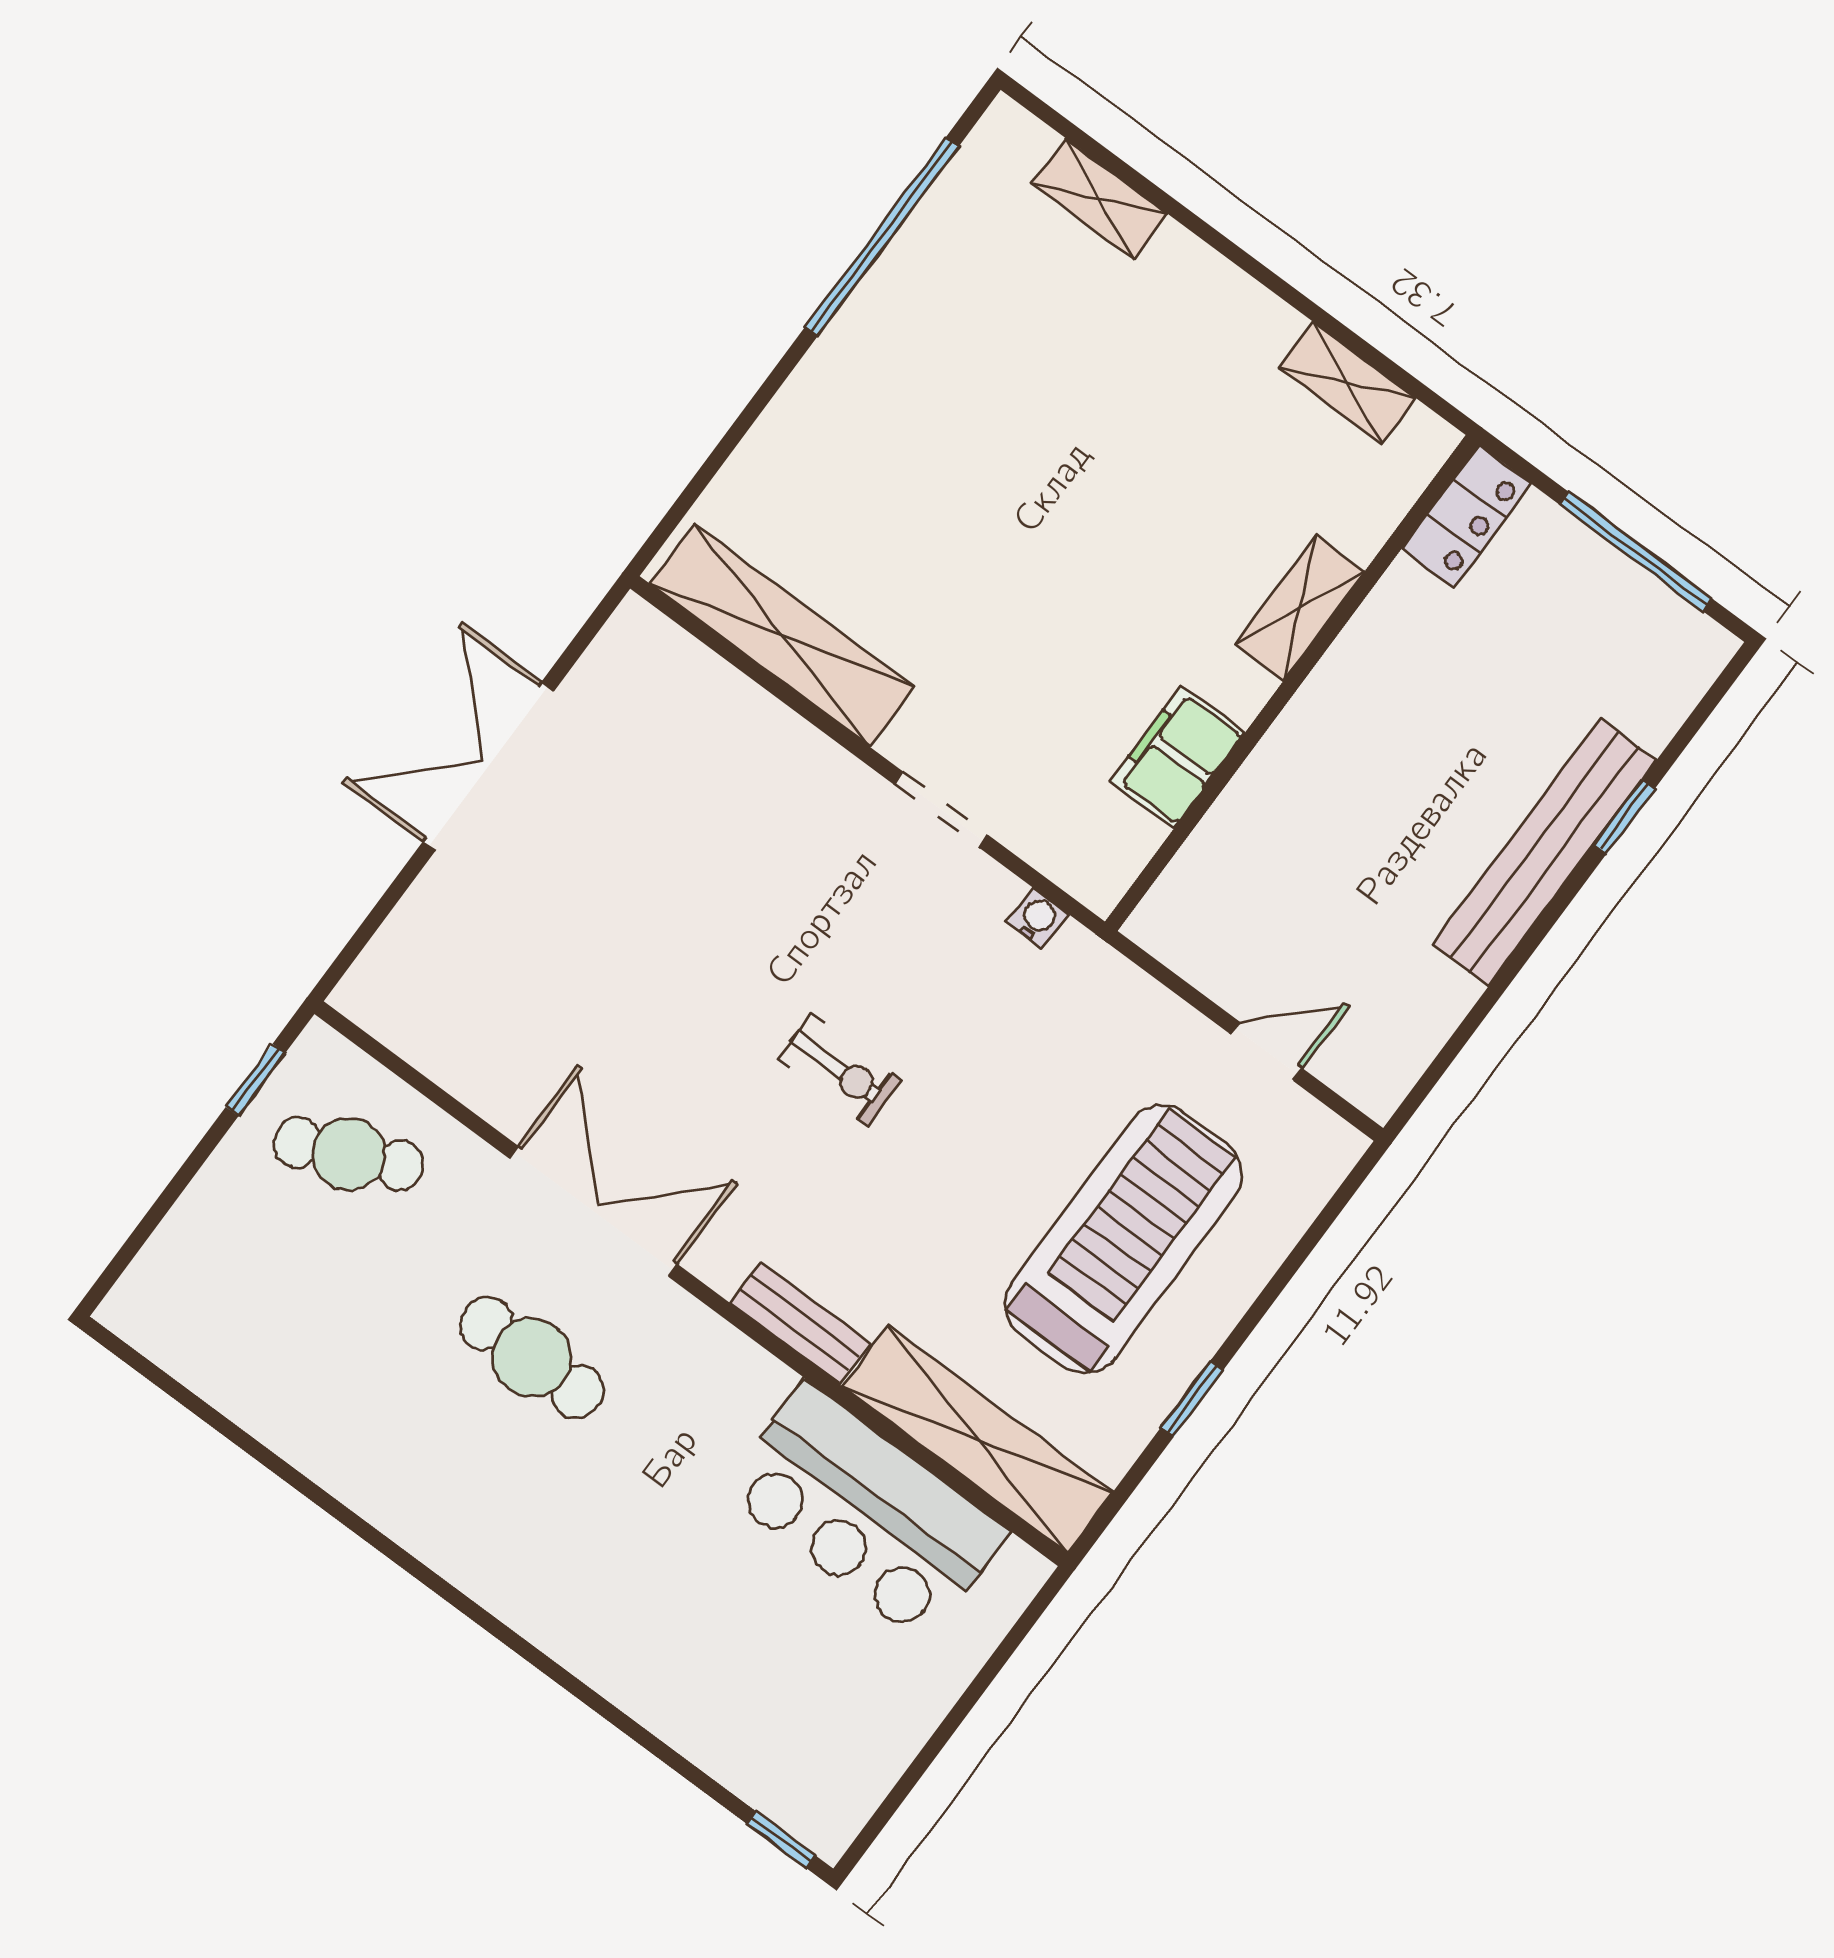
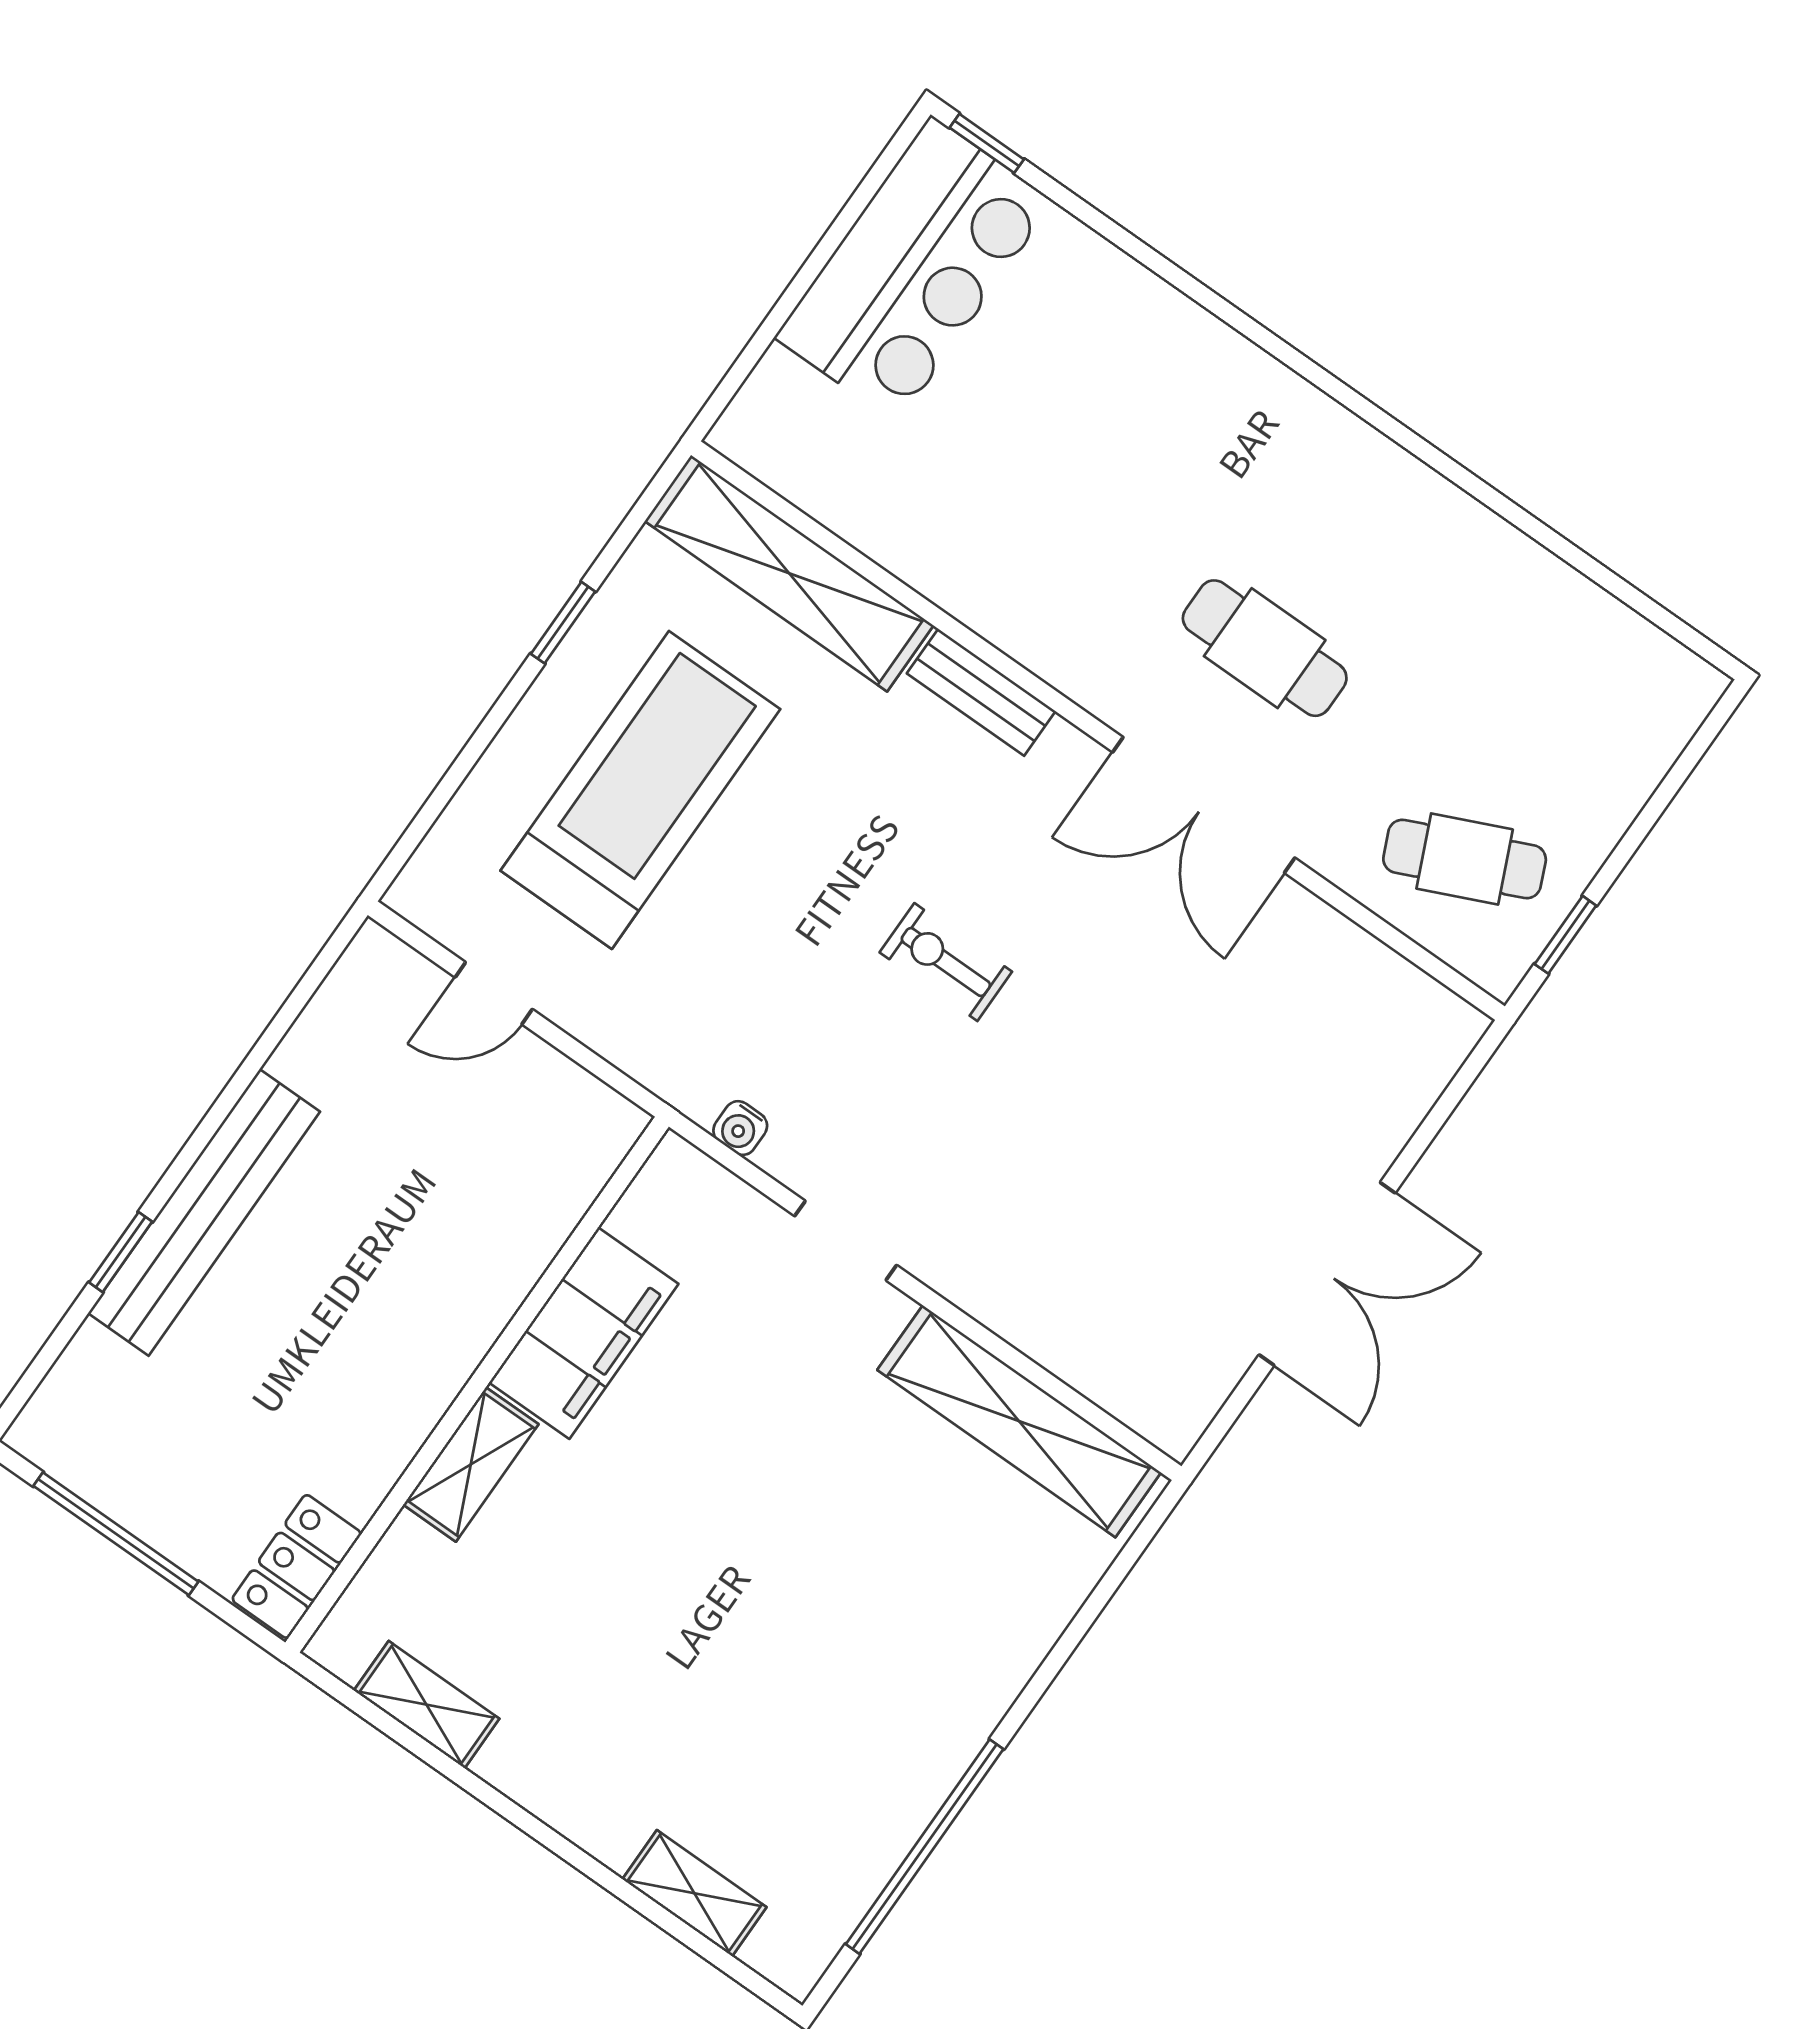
filing cabinet: (1178, 757) -> (584, 1333), width x1.50, depth x1.17
treadmill: (1123, 1239) -> (640, 790), turned 180
bar counter: (865, 1512) -> (914, 270), moved, turned 90

